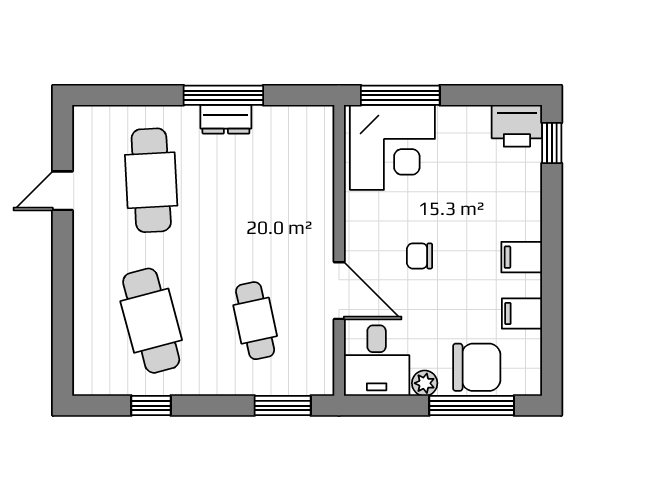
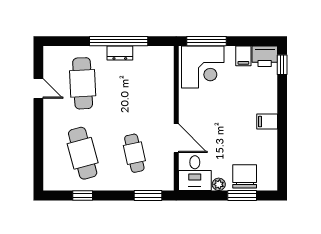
window: (223, 95) -> (119, 41), width x1.46
door: (62, 191) -> (38, 89), swing flipped
chair: (420, 256) -> (216, 121), removed
filing cabinet: (522, 313) -> (243, 56), moved, turned -90
chair: (477, 367) -> (245, 176), turned -90
window: (472, 406) -> (242, 195), width x0.69

